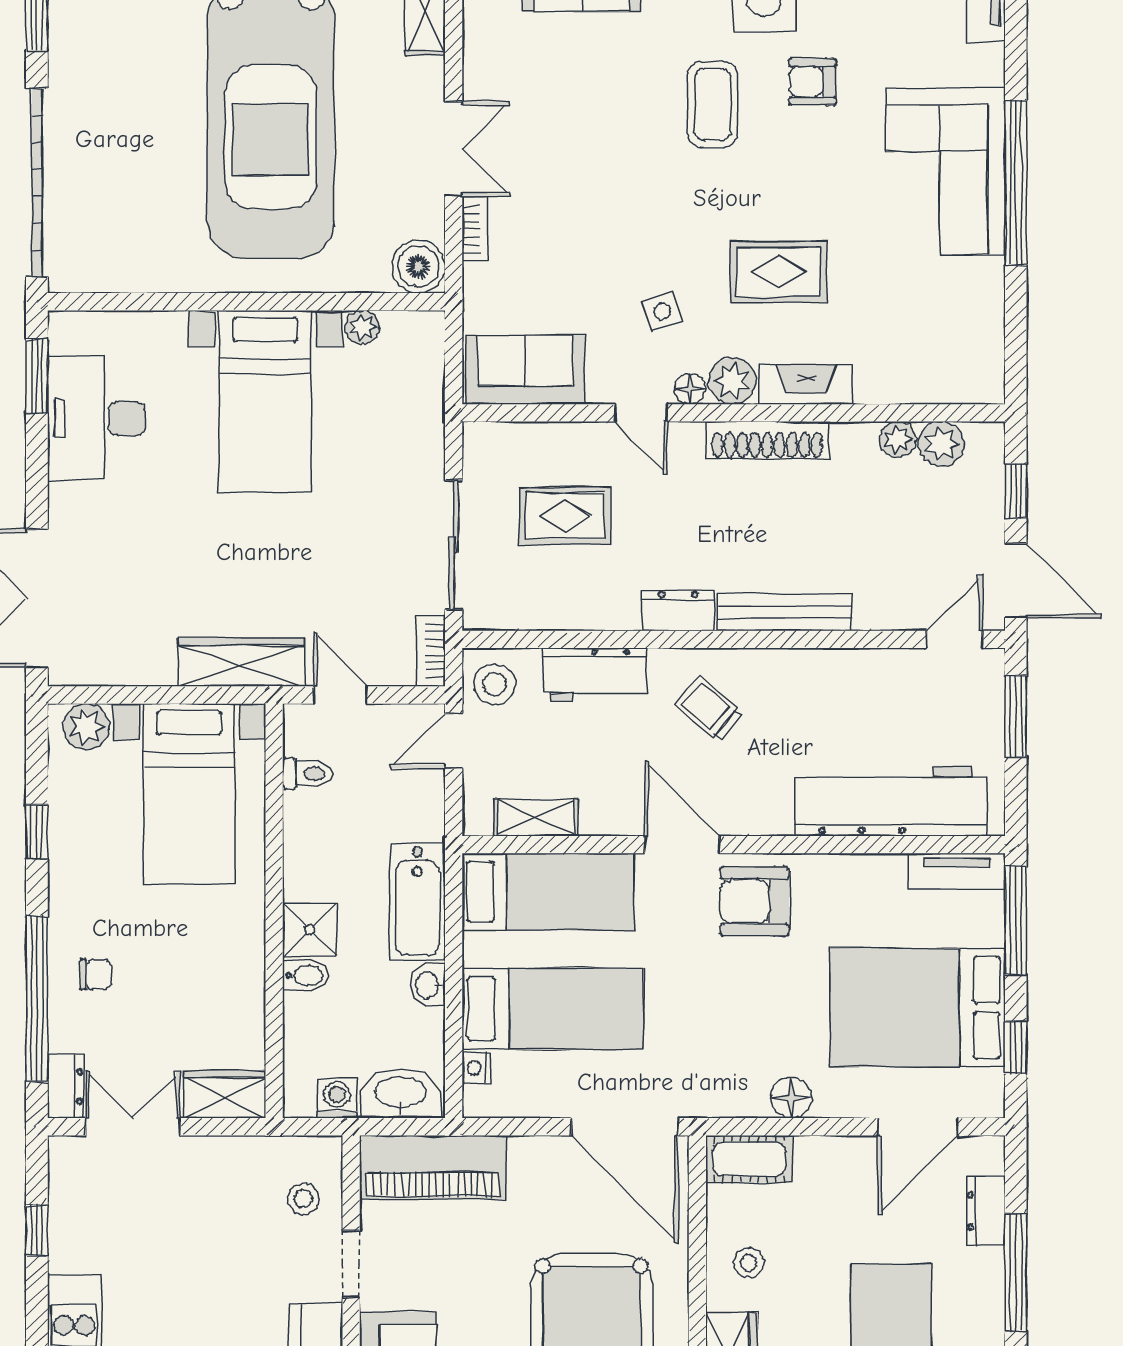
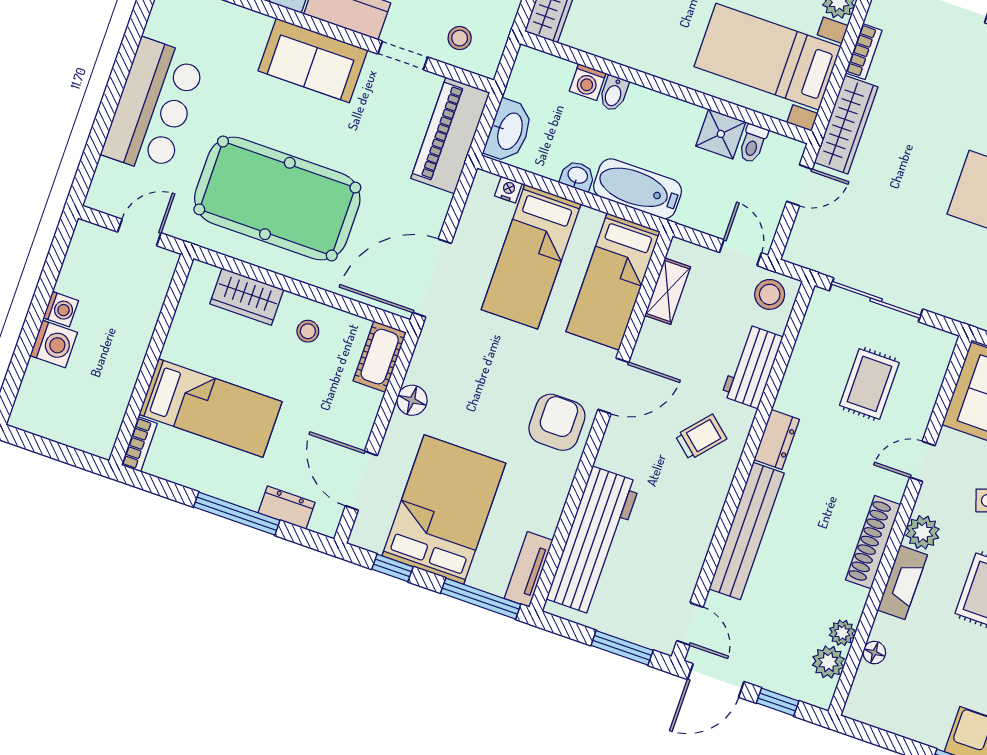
floor lamp: (690, 389) -> (874, 653), moved
bench: (785, 612) -> (747, 531), width x1.37, depth x1.21
bookcase: (431, 651) -> (864, 52), moved, turned 90
shower: (310, 930) -> (721, 134), moved
washing machine: (337, 1098) -> (588, 82), moved, turned 90

